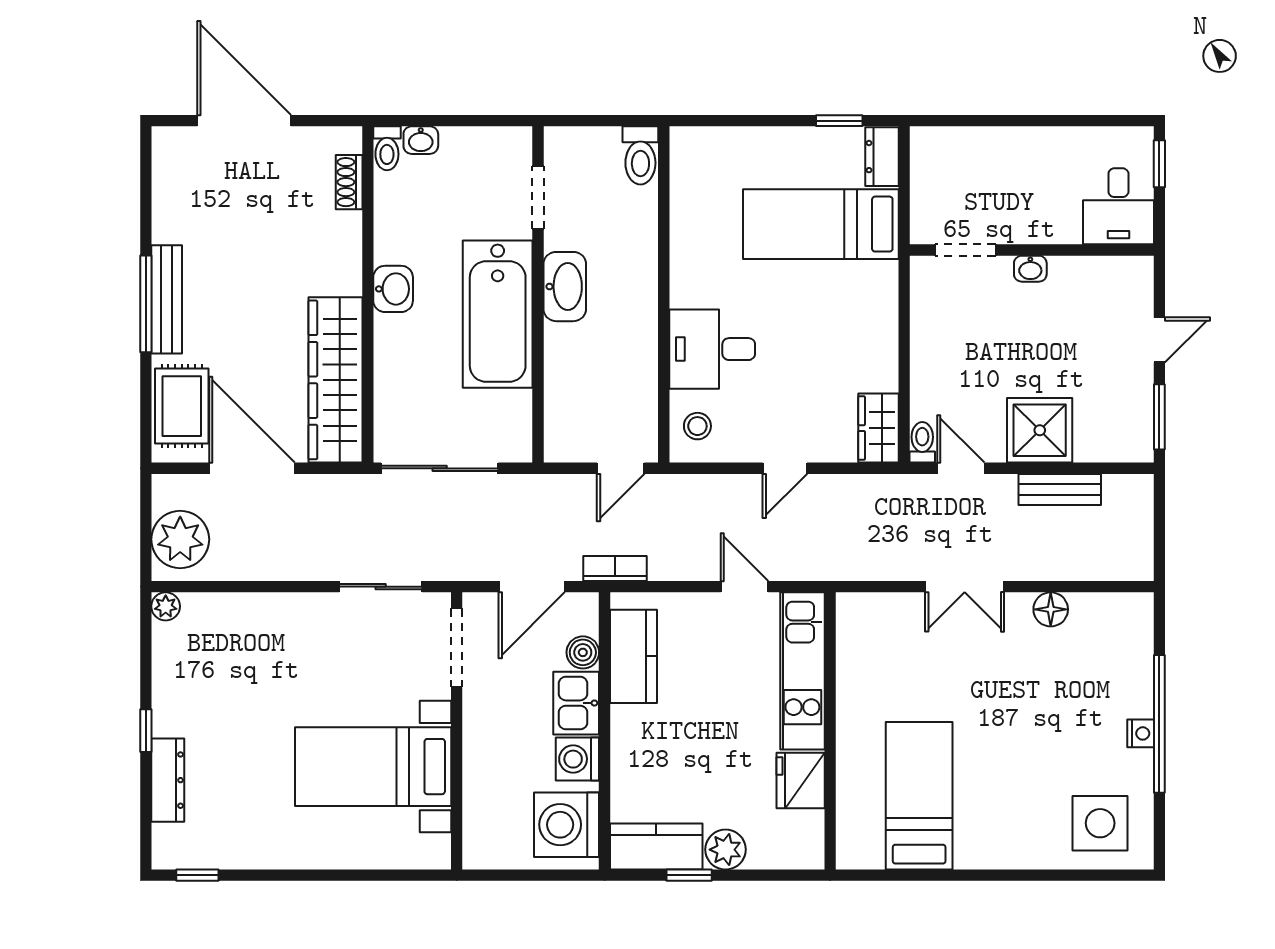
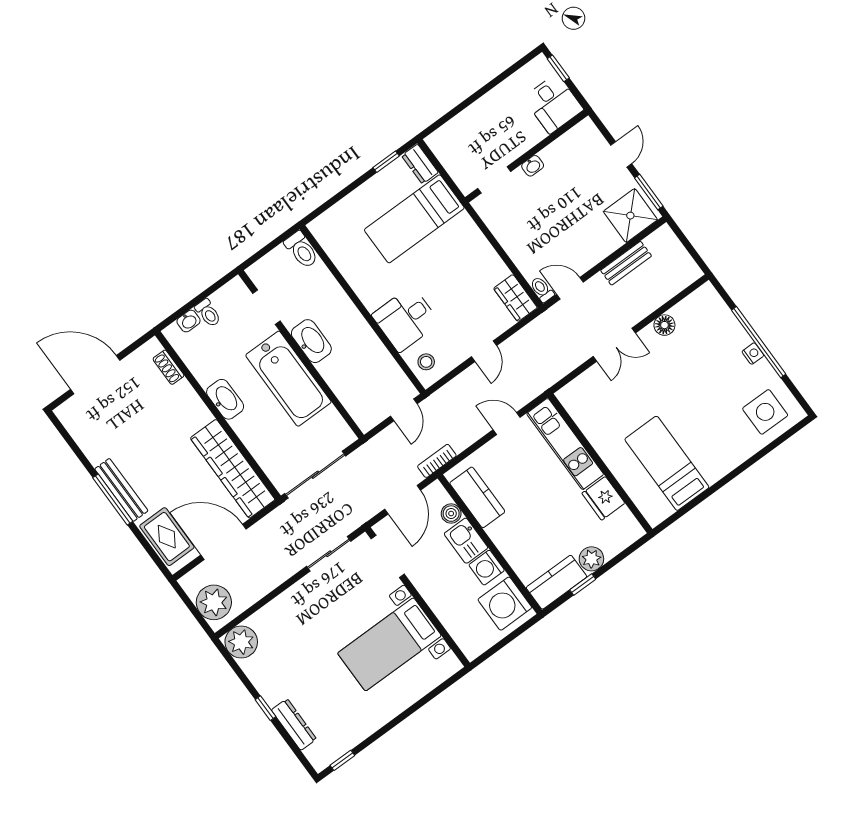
toilet: (387, 148) -> (208, 313), moved
washbasin: (393, 289) -> (225, 399), width x1.38
shower: (1040, 430) -> (630, 216), moved
plant: (166, 606) -> (241, 642), width x1.88, depth x1.88

